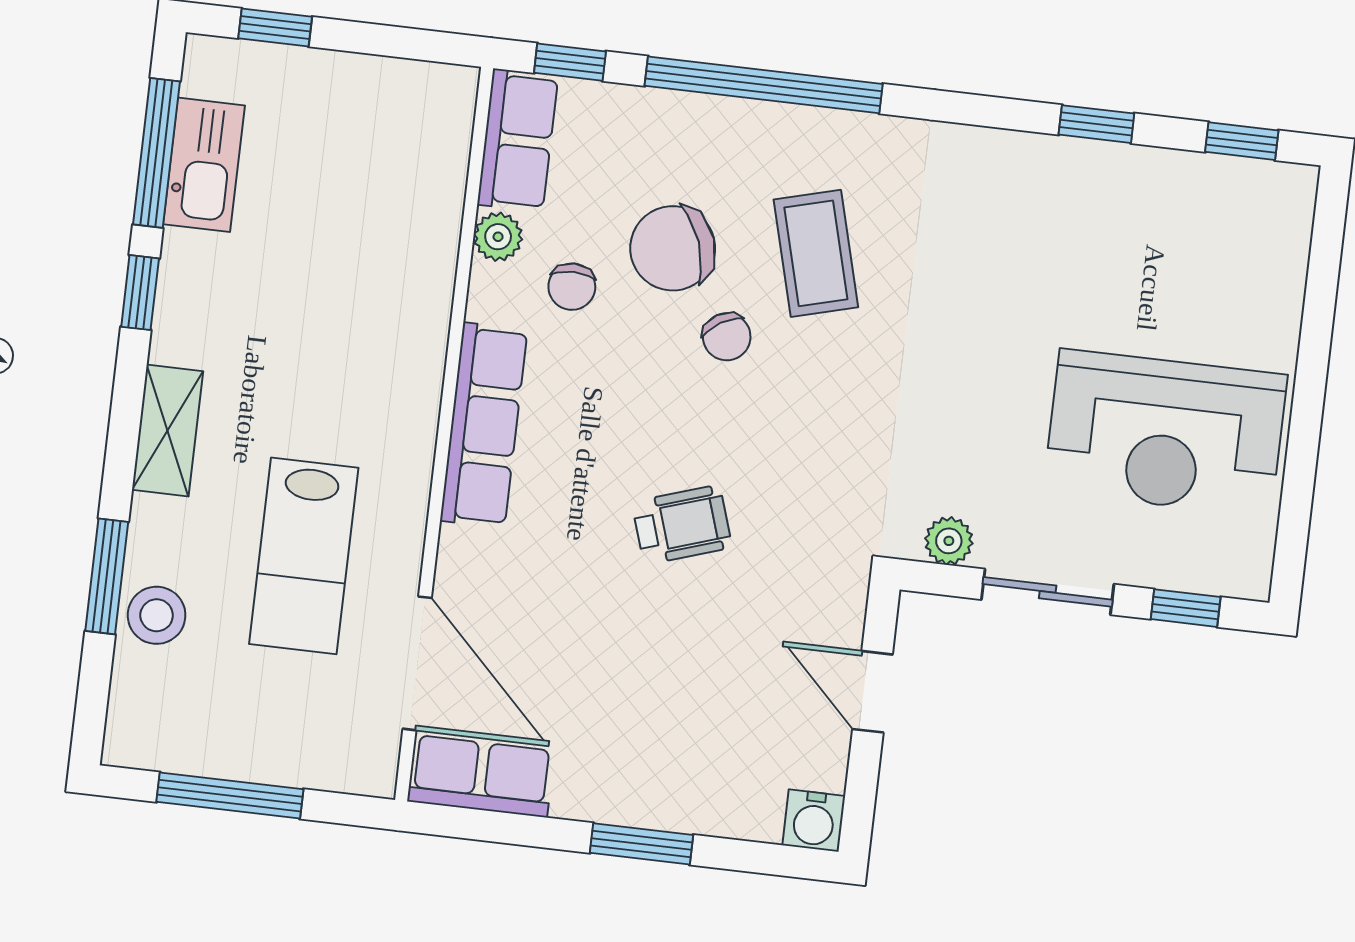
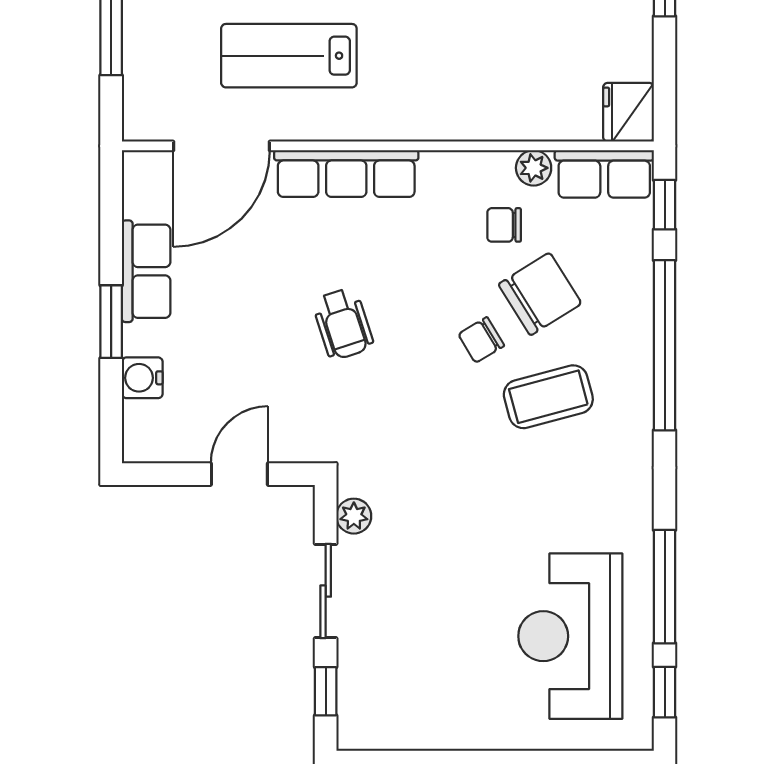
fridge: (437, 97) -> (628, 112), added
window: (1096, 124) -> (665, 587), width x2.17
chair: (673, 248) -> (540, 294), turned 78
row of seats: (484, 425) -> (346, 174), moved
reception desk: (1165, 433) -> (570, 636), moved
row of seats: (481, 776) -> (146, 271), moved
water cooler: (814, 821) -> (142, 378), moved

